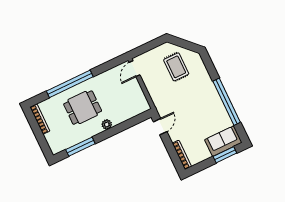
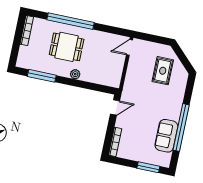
sofa: (223, 141) -> (166, 136), moved, turned -90

